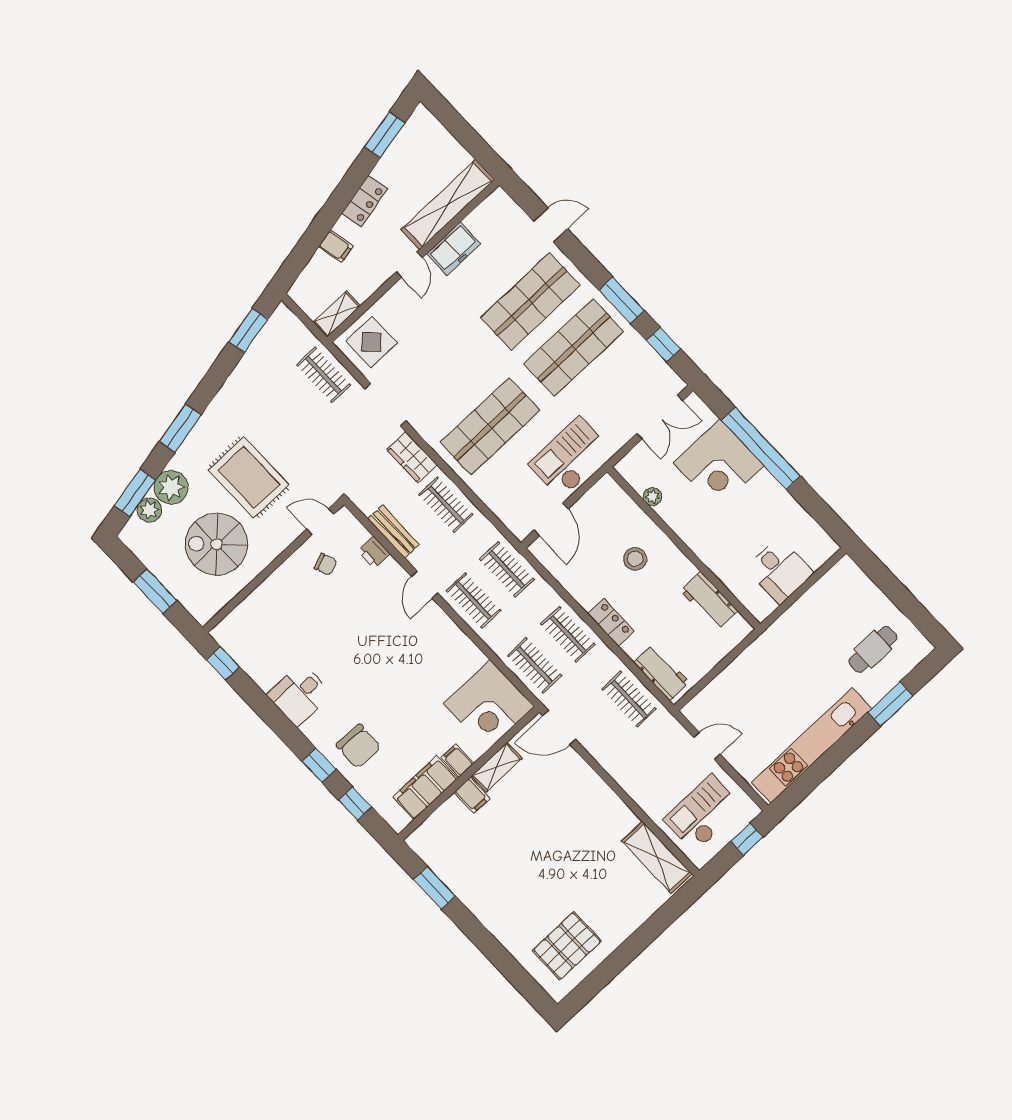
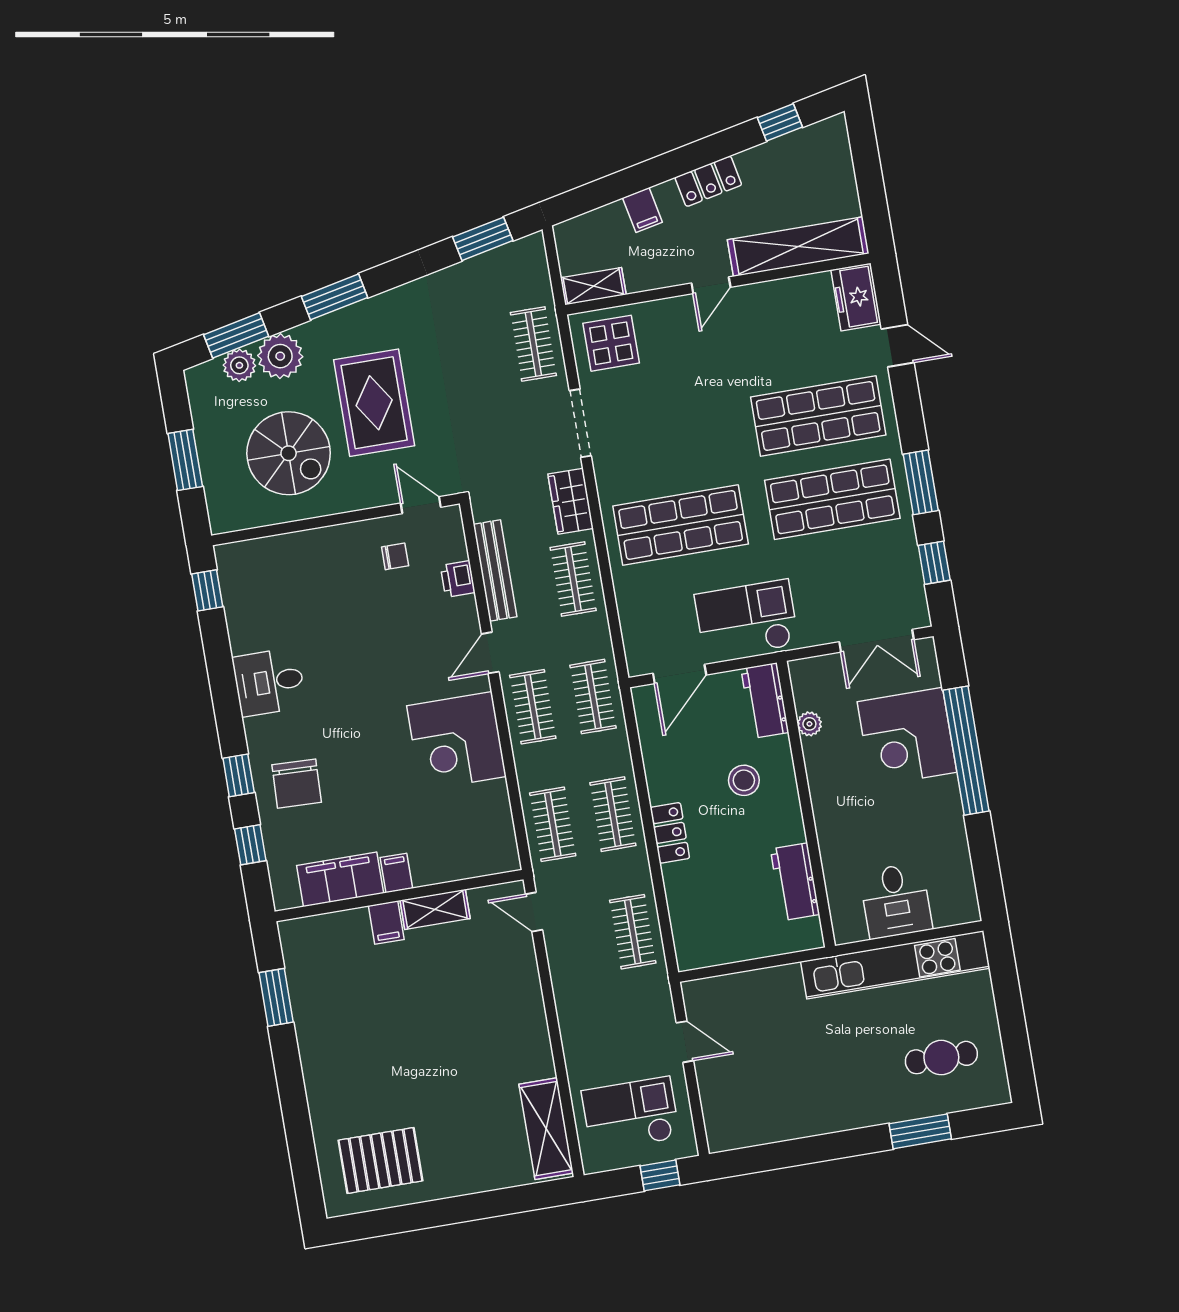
window: (385, 135) -> (780, 122), width x0.67
freezer: (454, 249) -> (856, 297), moved, turned 90
bench: (394, 532) -> (495, 570), width x1.36
spiral stairs: (217, 544) -> (289, 453), turned 180
chair: (325, 564) -> (395, 556), turned -69
workbench: (662, 672) -> (765, 701), moved, turned 180
corner desk: (489, 705) -> (456, 741), moved
door: (559, 728) -> (534, 912), width x0.73
kitchen unit: (812, 745) -> (895, 965), moved, turned 180

